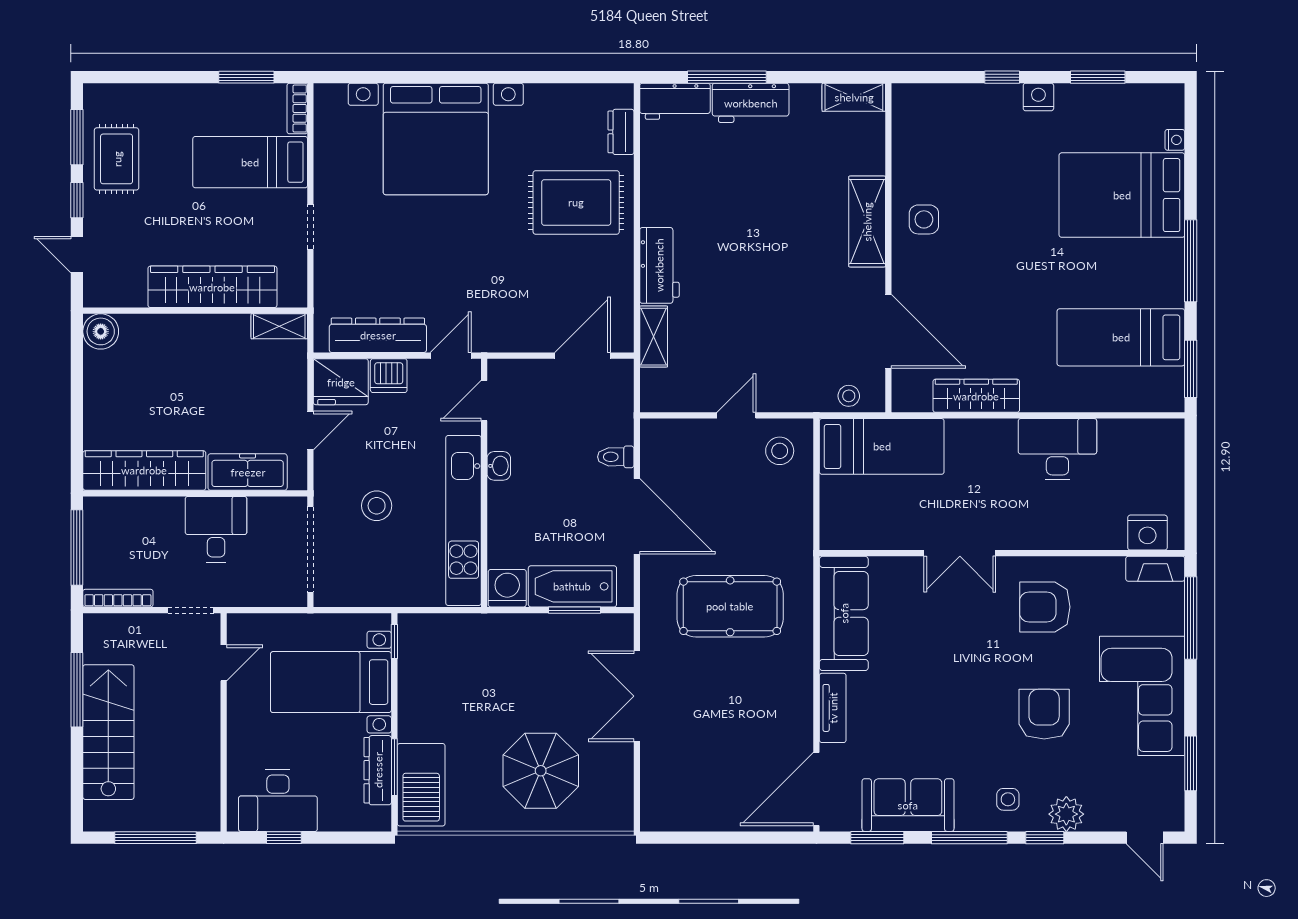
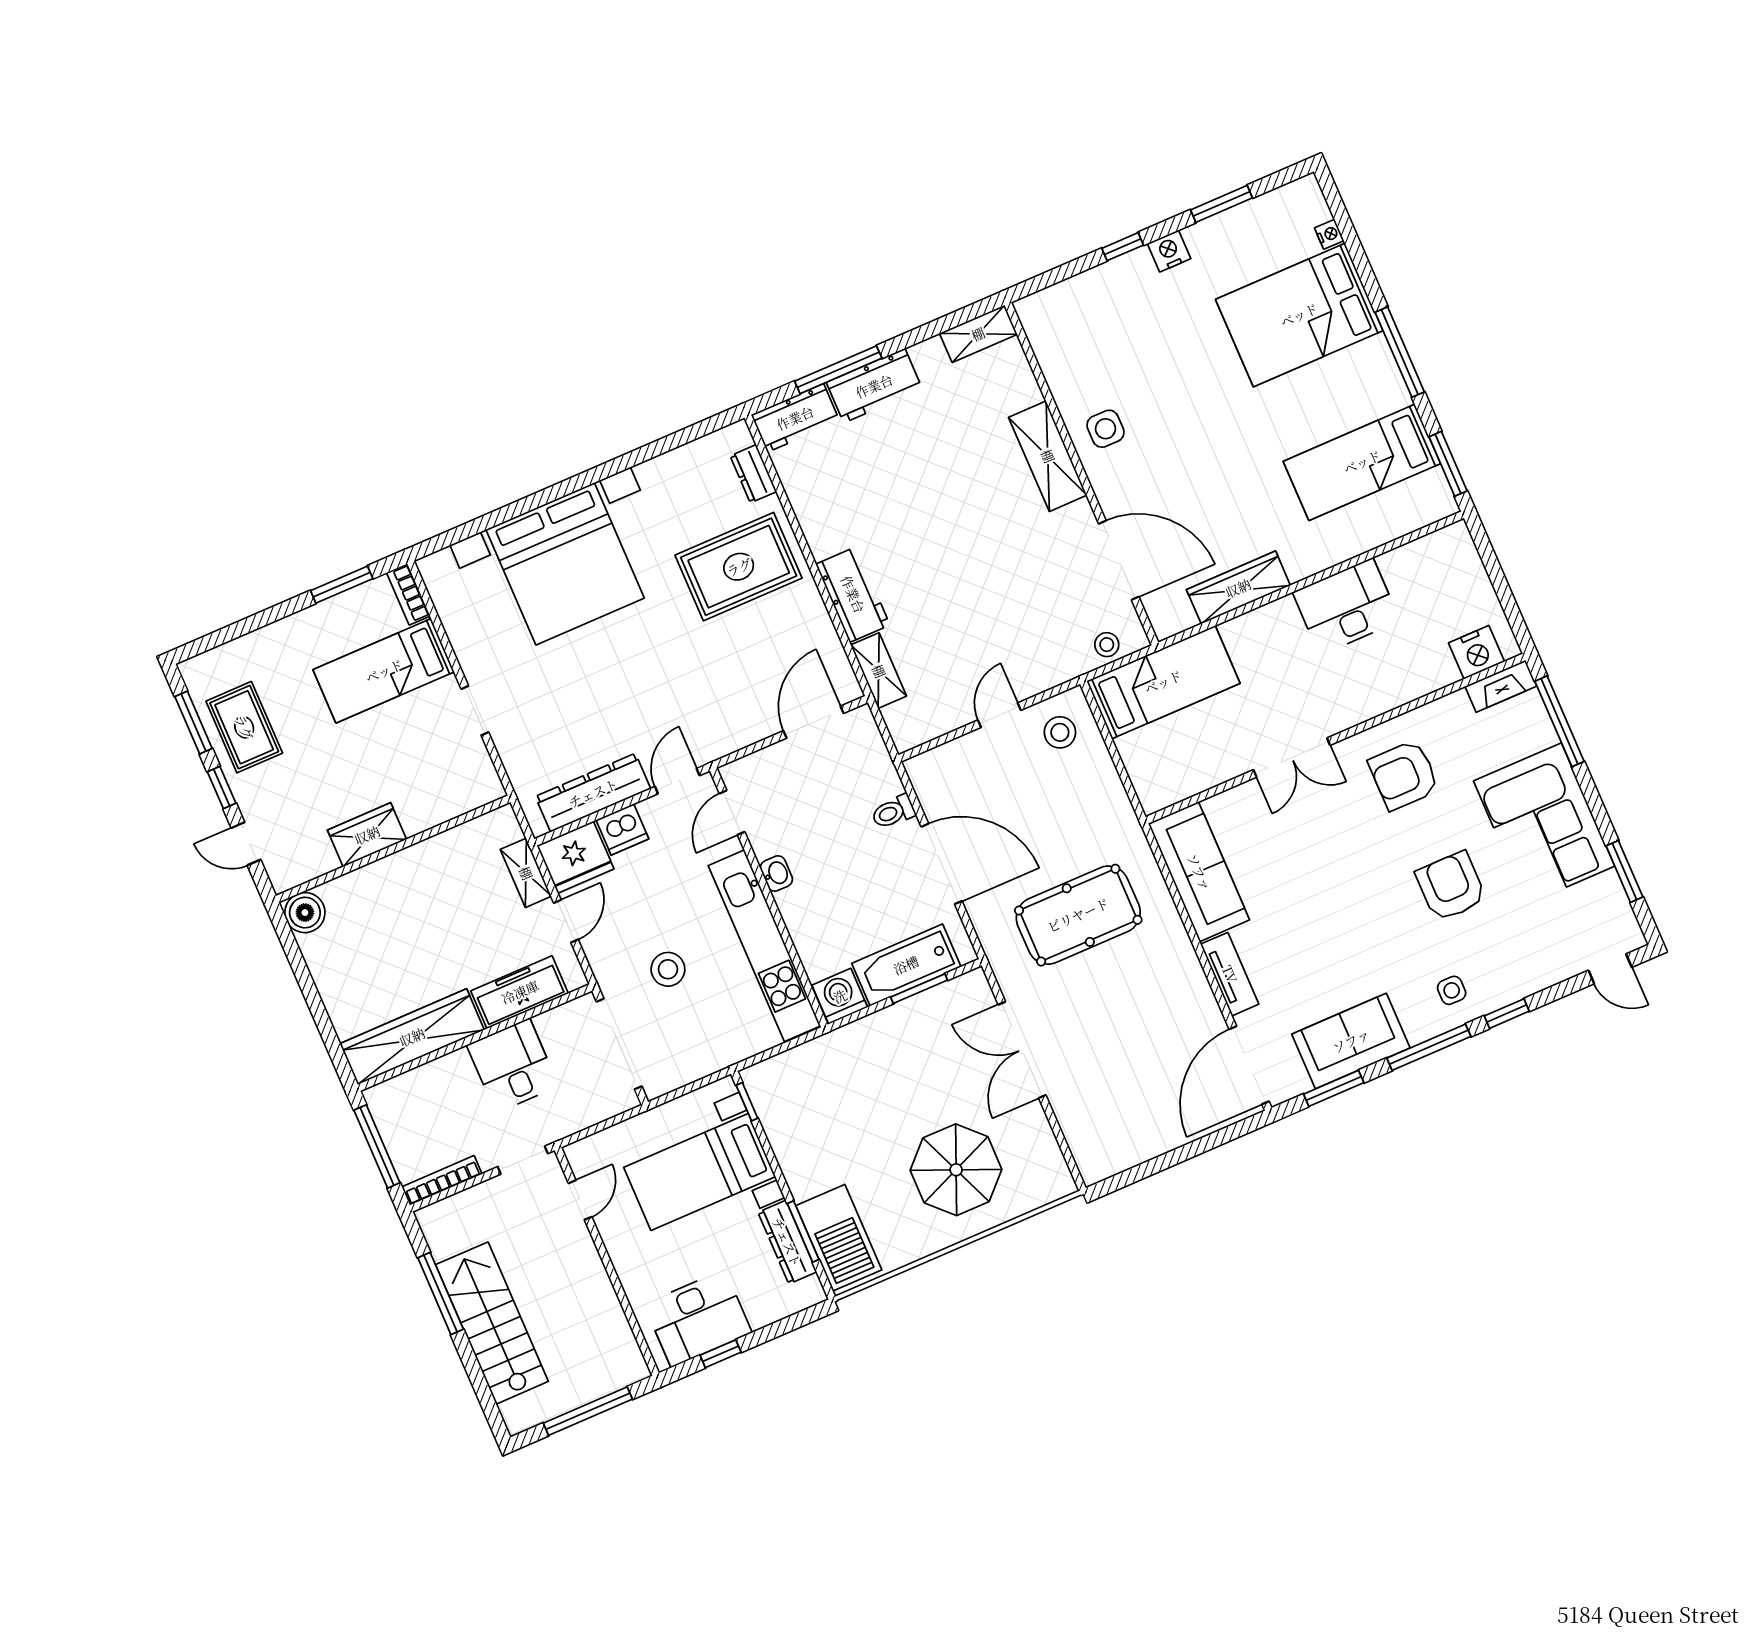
wardrobe: (212, 287) -> (367, 835), width x0.48, depth x0.85
shelving: (279, 326) -> (526, 873), moved, turned 90
plant: (1066, 814) -> (1519, 979), removed

